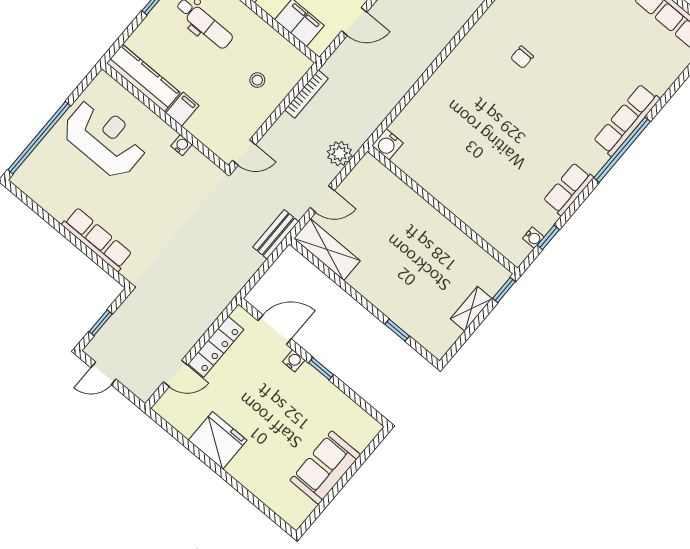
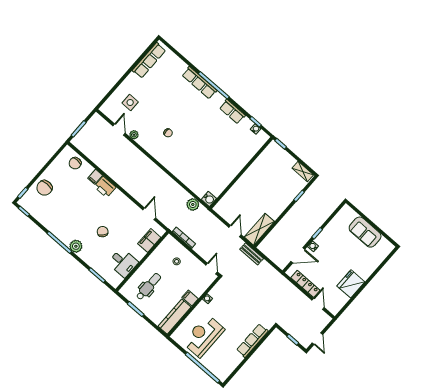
plant: (340, 154) -> (193, 204), moved
shelving: (471, 309) -> (303, 172), moved
door: (275, 330) -> (298, 255), swing flipped

